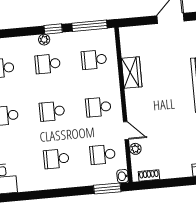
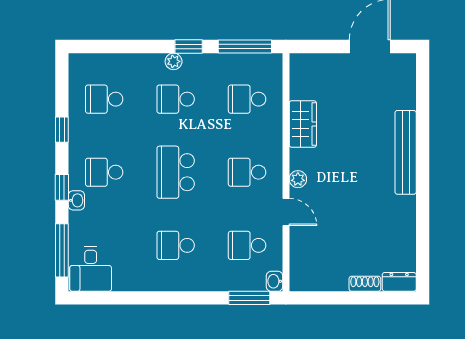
school desk: (52, 111) -> (176, 172), width x1.85
plant: (135, 149) -> (298, 179), moved
shoe rack: (149, 175) -> (365, 284), moved

